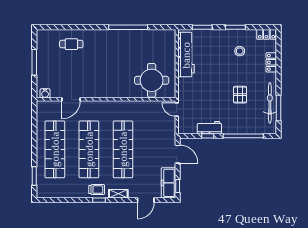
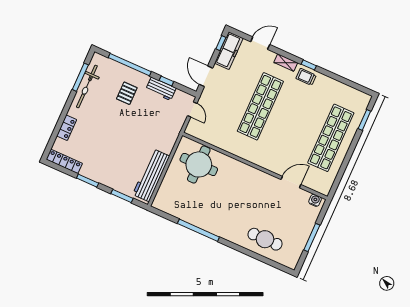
locker: (266, 34) -> (64, 161), width x1.53
cafe table: (71, 44) -> (265, 239), width x1.37, depth x1.35
stool: (240, 51) -> (94, 154), removed
pallet: (240, 95) -> (127, 93), moved
door: (177, 110) -> (192, 109), moved
shop shelf: (89, 149) -> (296, 122), removed

